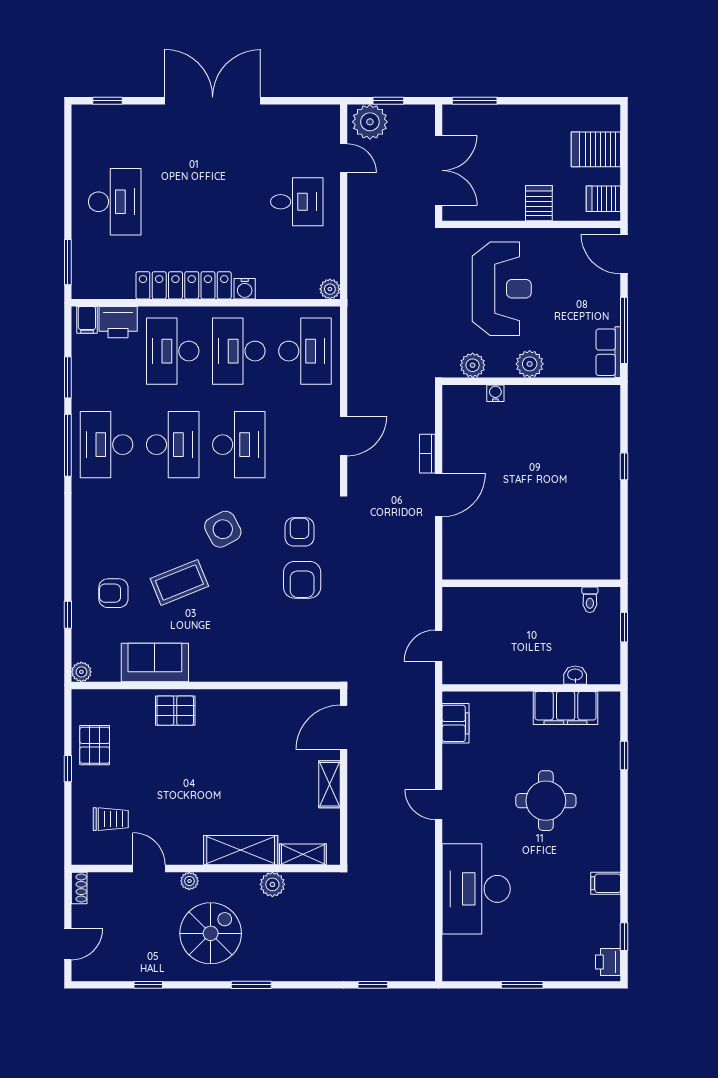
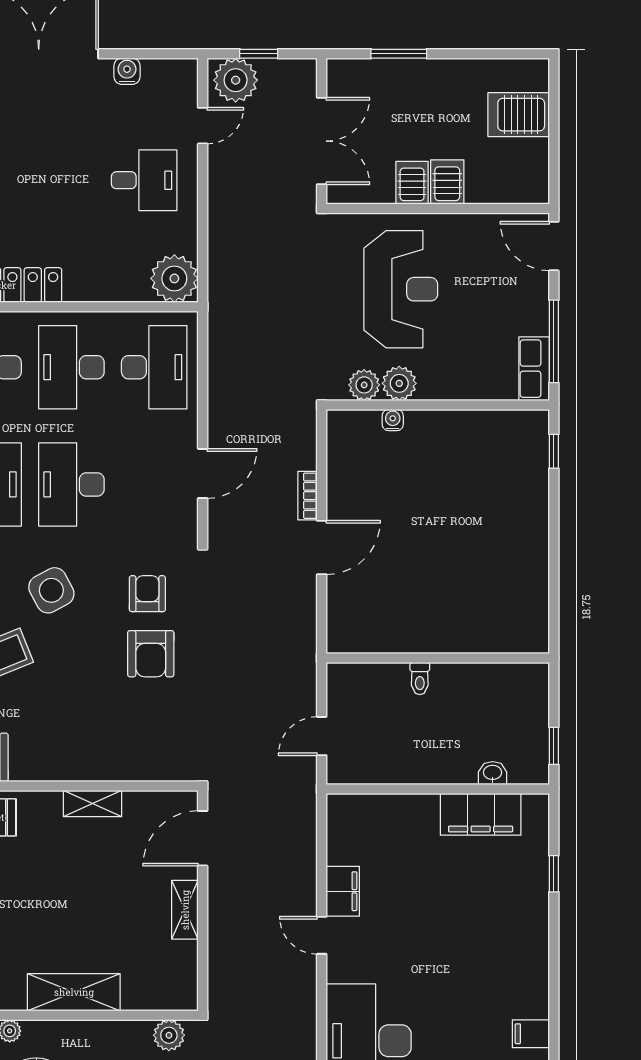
window: (475, 101) -> (399, 54), moved
door: (344, 158) -> (203, 126), hinge flipped
server rack: (603, 199) -> (412, 183), moved, turned 90
water cooler: (245, 289) -> (127, 71), moved, turned 180
plant: (330, 289) -> (174, 278), width x1.88, depth x1.88
plant: (530, 364) -> (399, 383), moved
desk: (239, 445) -> (71, 484), turned 180
window: (624, 466) -> (554, 451), moved
toilet: (590, 600) -> (420, 679), moved
window: (624, 627) -> (554, 746), moved
filing cabinet: (456, 723) -> (343, 891), moved
round table: (546, 801) -> (456, 930), removed
shelving: (303, 854) -> (93, 804), moved
plant: (272, 884) -> (169, 1035), moved

